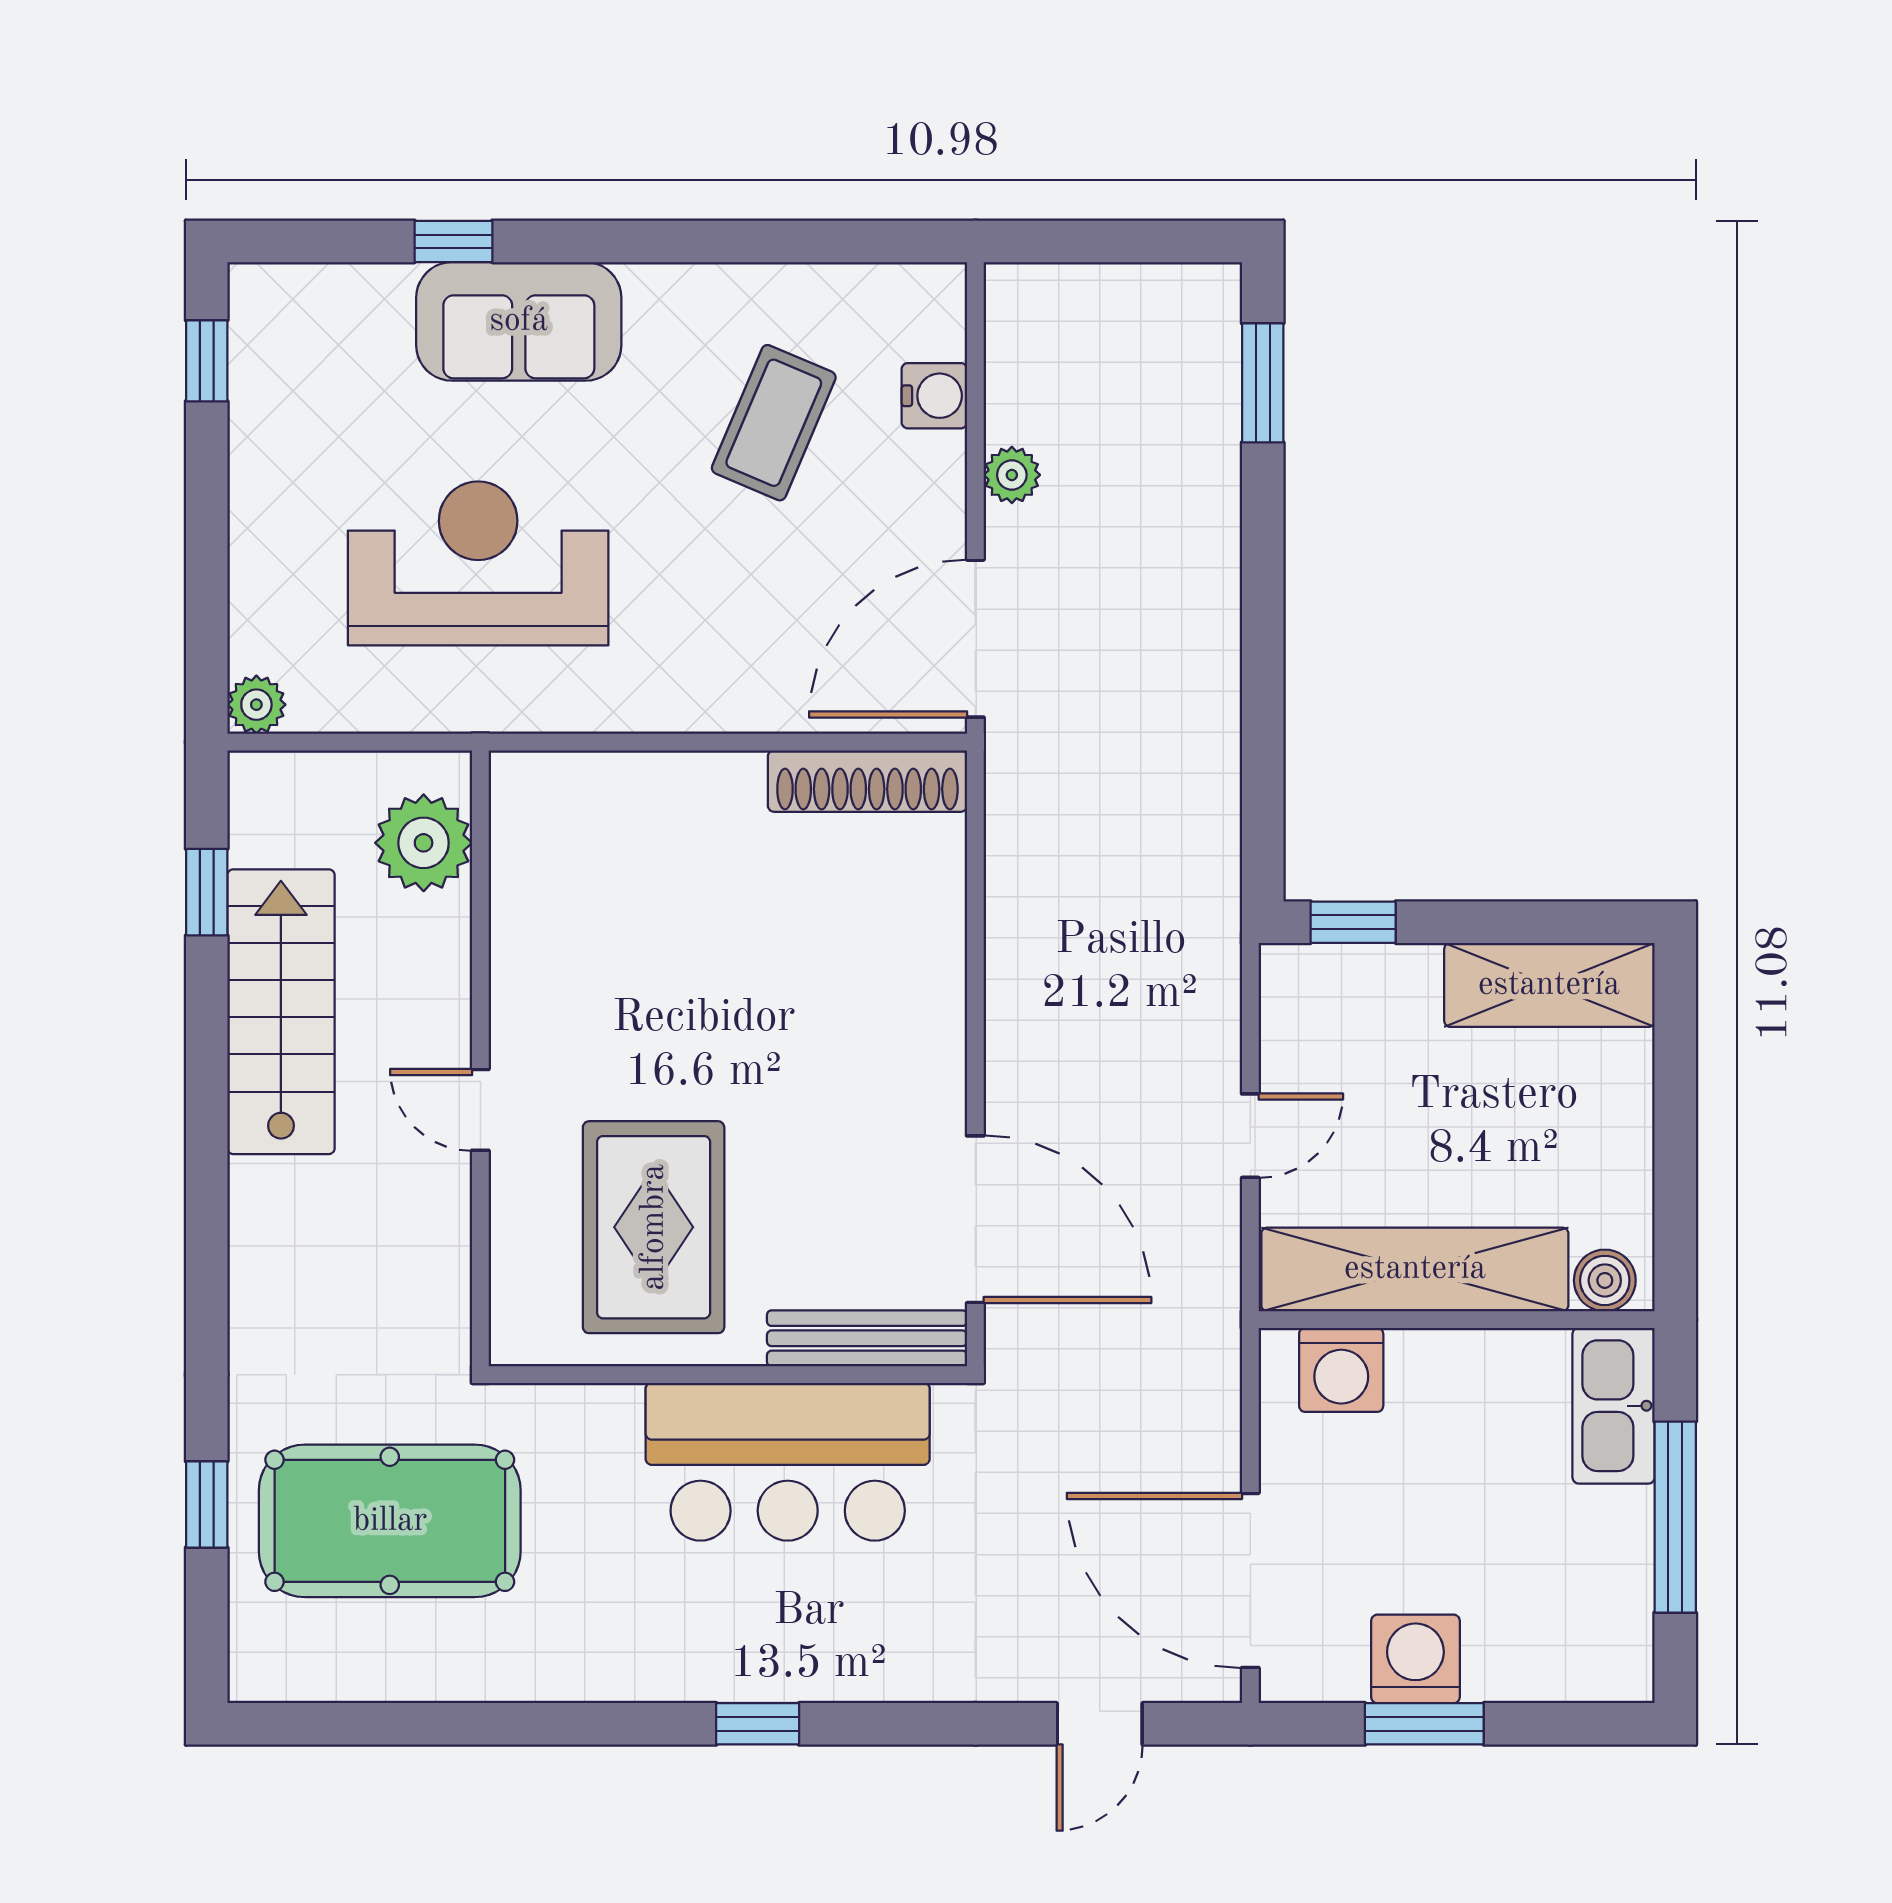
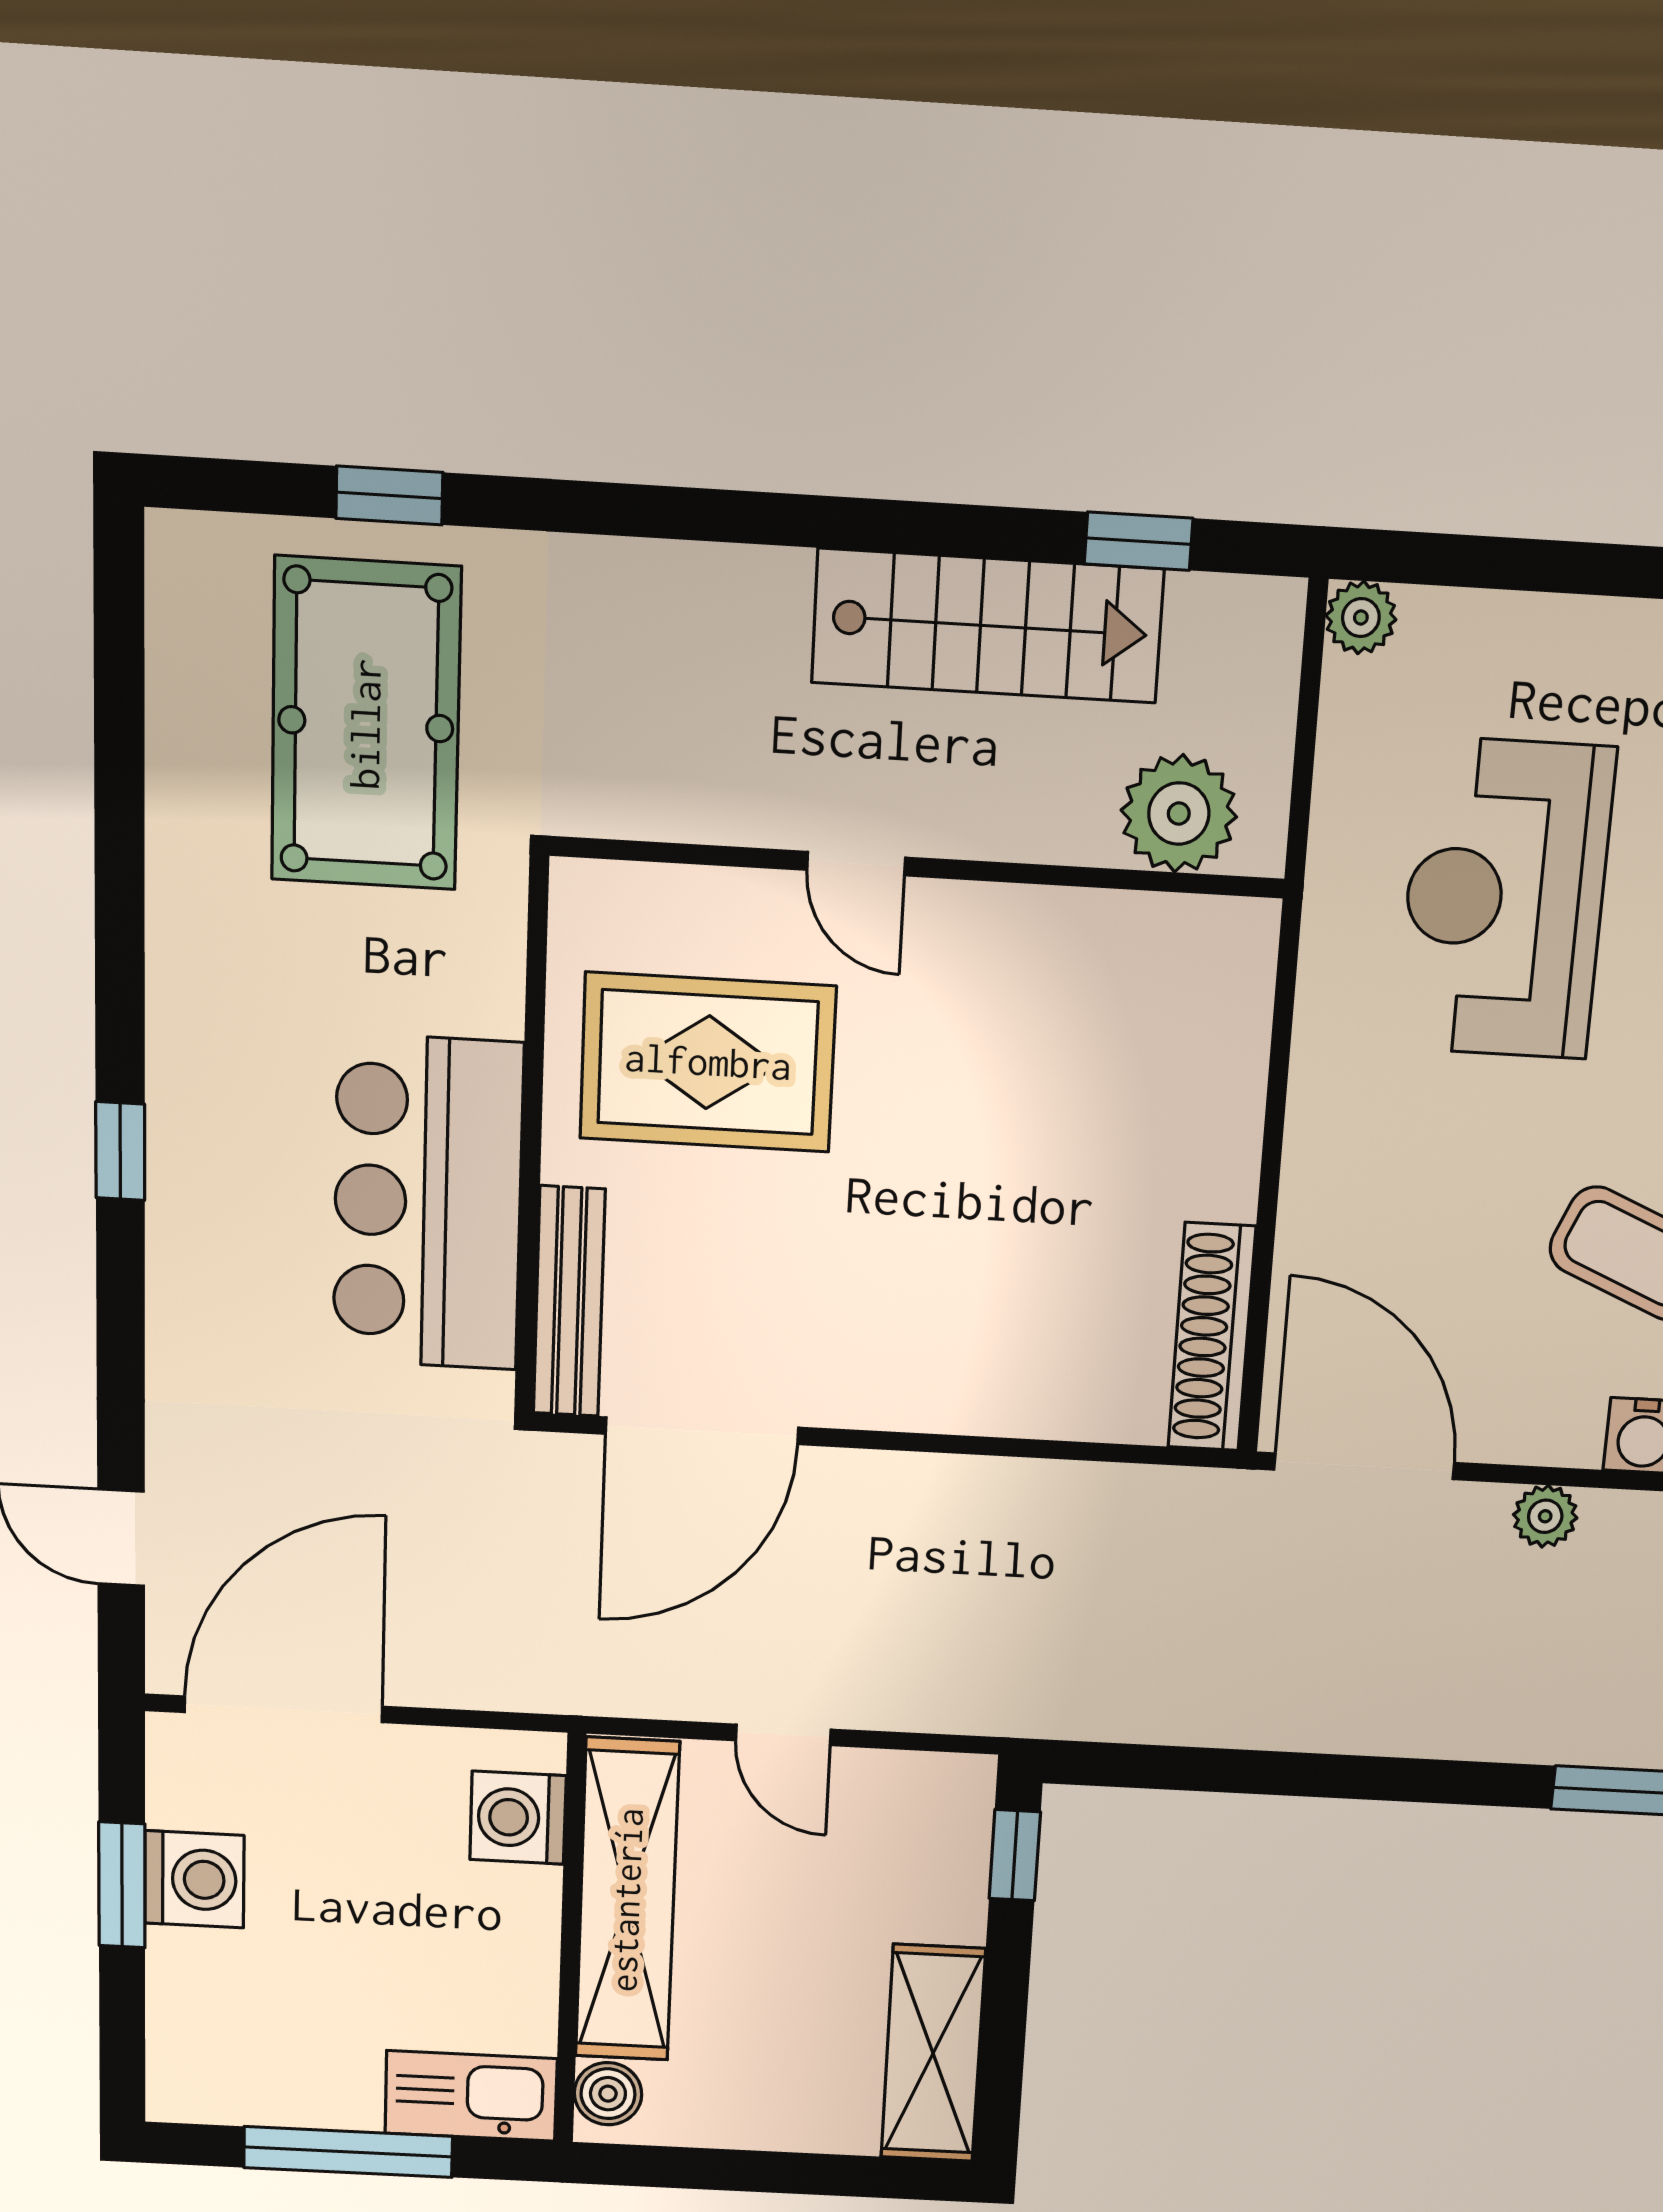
reception desk: (478, 563) -> (1505, 899), turned 180
door: (480, 1110) -> (856, 864), swing flipped

